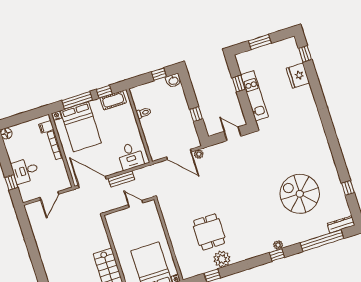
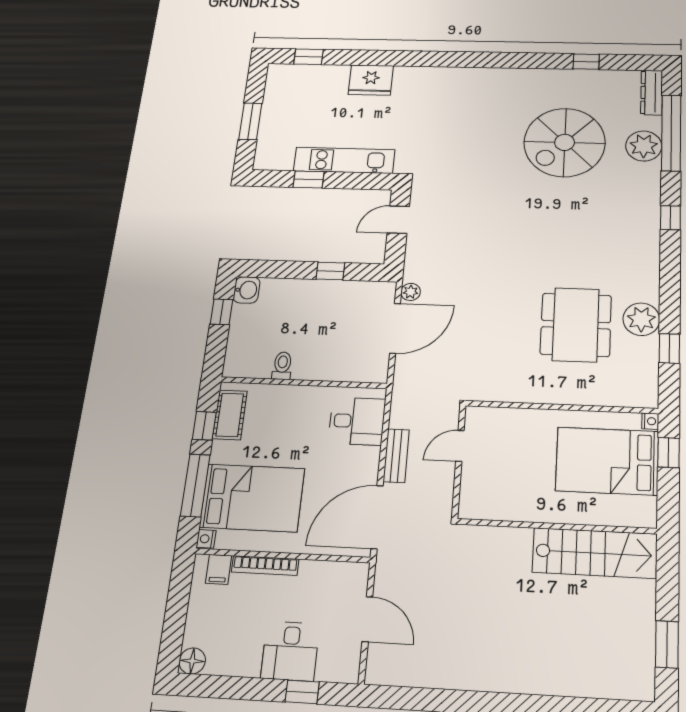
fridge: (298, 76) -> (371, 80), moved
dining table: (209, 232) -> (576, 325), width x1.38
plant: (278, 245) -> (644, 146), moved, width x1.88, depth x1.88

